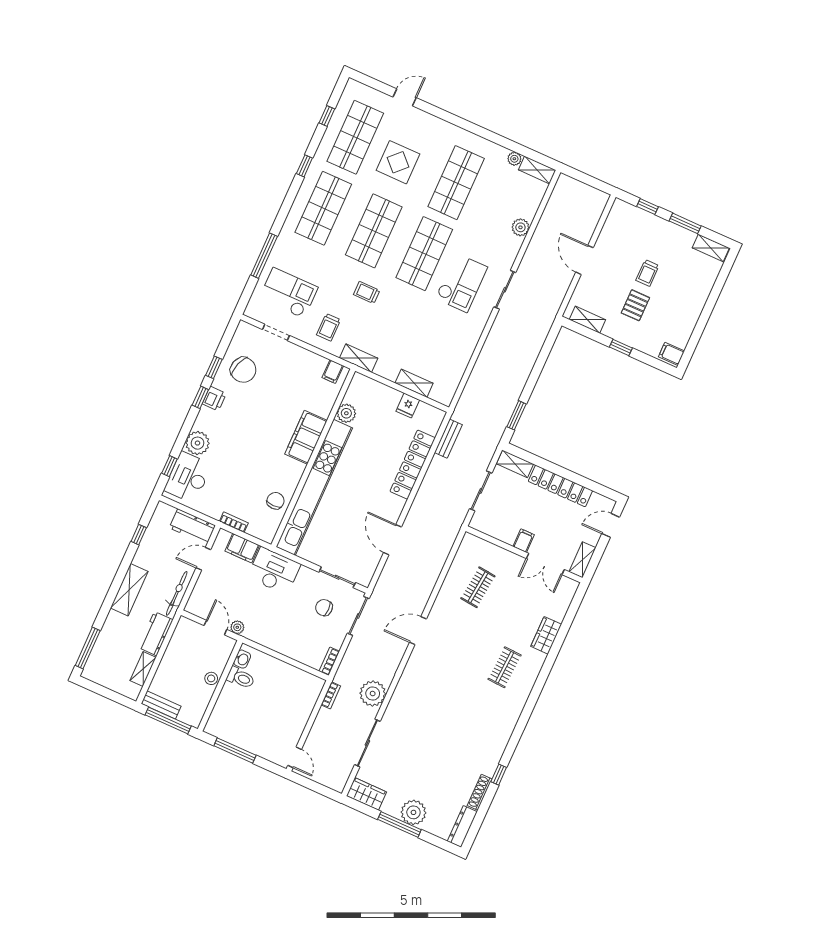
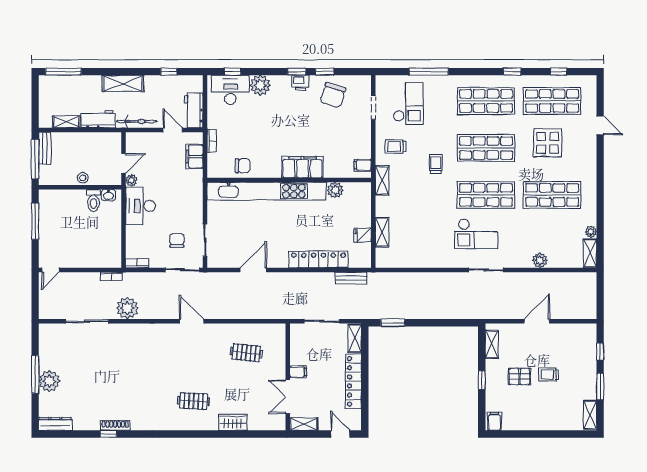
desk: (274, 571) -> (141, 206), moved, turned 180
shoe rack: (480, 792) -> (115, 425), moved
wardrobe: (366, 794) -> (47, 338), removed

